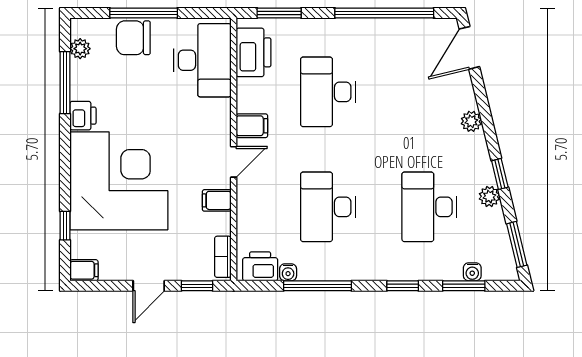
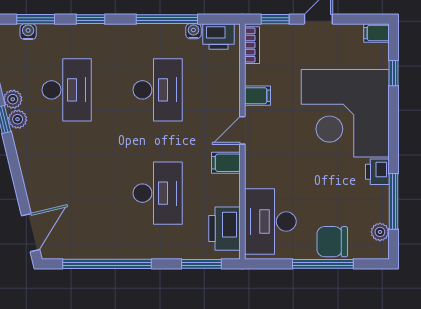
chair: (133, 38) -> (332, 242), turned 180
plant: (471, 121) -> (18, 119), moved

